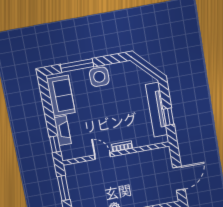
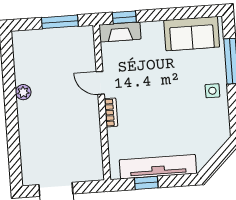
side table: (99, 77) -> (212, 91), width x0.54, depth x0.54
fireplace: (63, 131) -> (120, 32), moved
door: (102, 156) -> (100, 83), swing flipped

